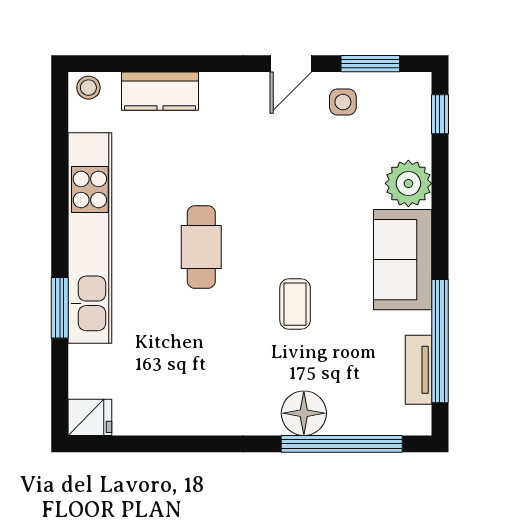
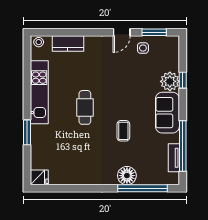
window: (440, 114) -> (183, 80), moved
kitchen unit: (90, 238) -> (39, 92), width x0.73

